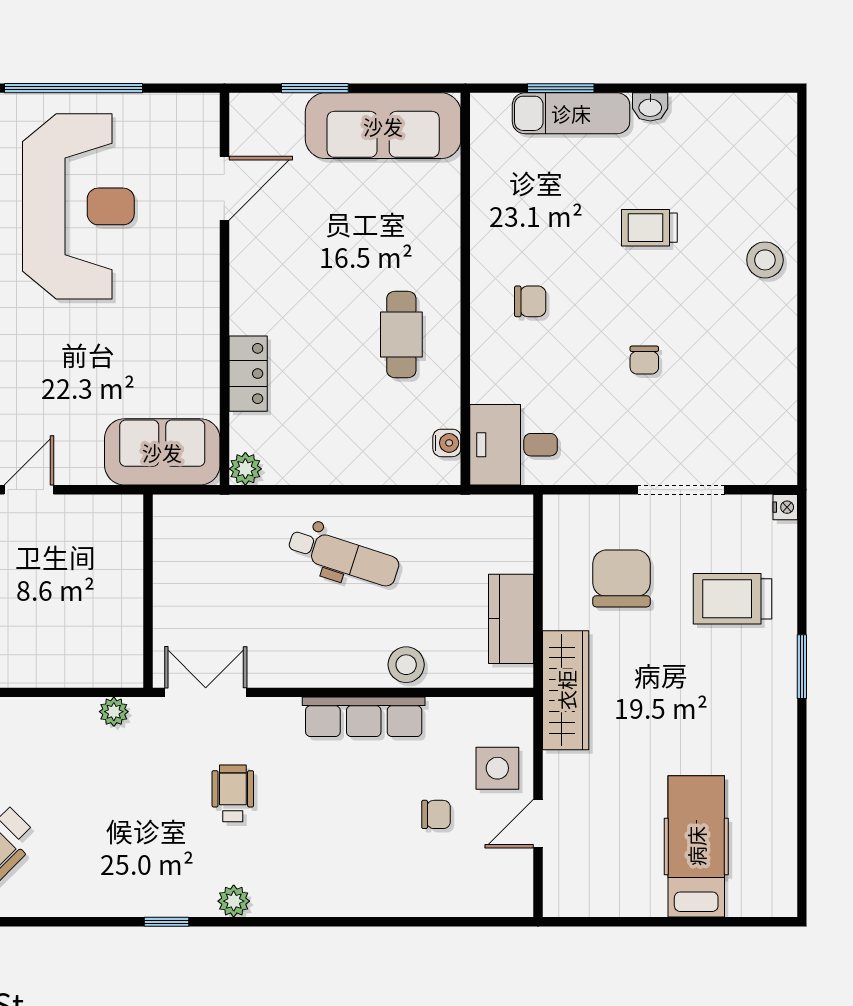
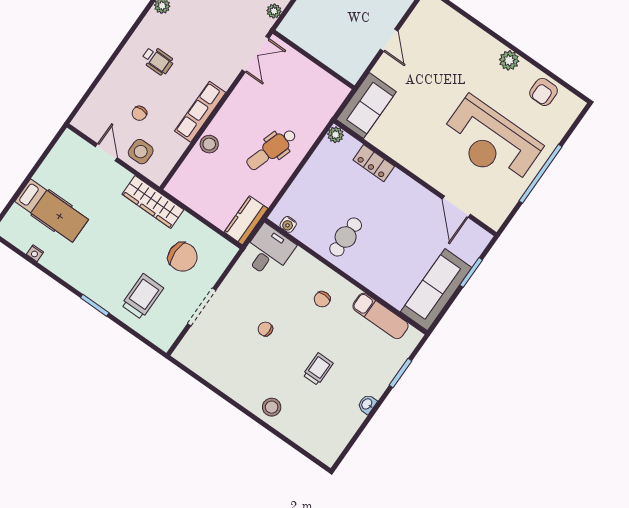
exam couch: (571, 113) -> (380, 316), moved, turned -90
cafe table: (401, 334) -> (346, 237), turned 90
nightstand: (785, 507) -> (35, 253), moved
kitchen counter: (511, 619) -> (246, 220), moved, turned -90
wheelchair: (233, 793) -> (157, 61), moved

